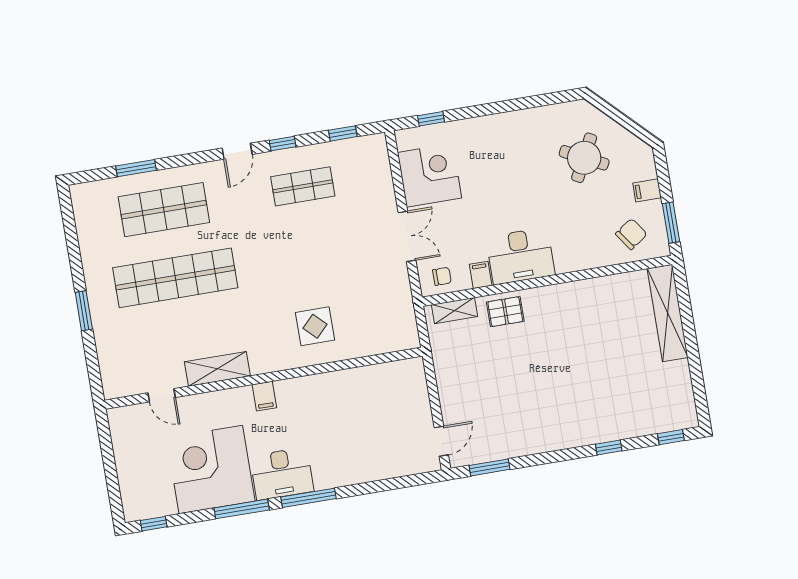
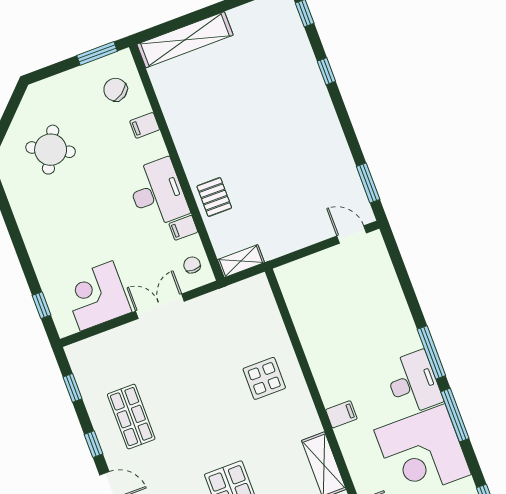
filing cabinet: (647, 190) -> (145, 125), moved, turned 90
shelving: (455, 311) -> (241, 261), moved, turned 90

